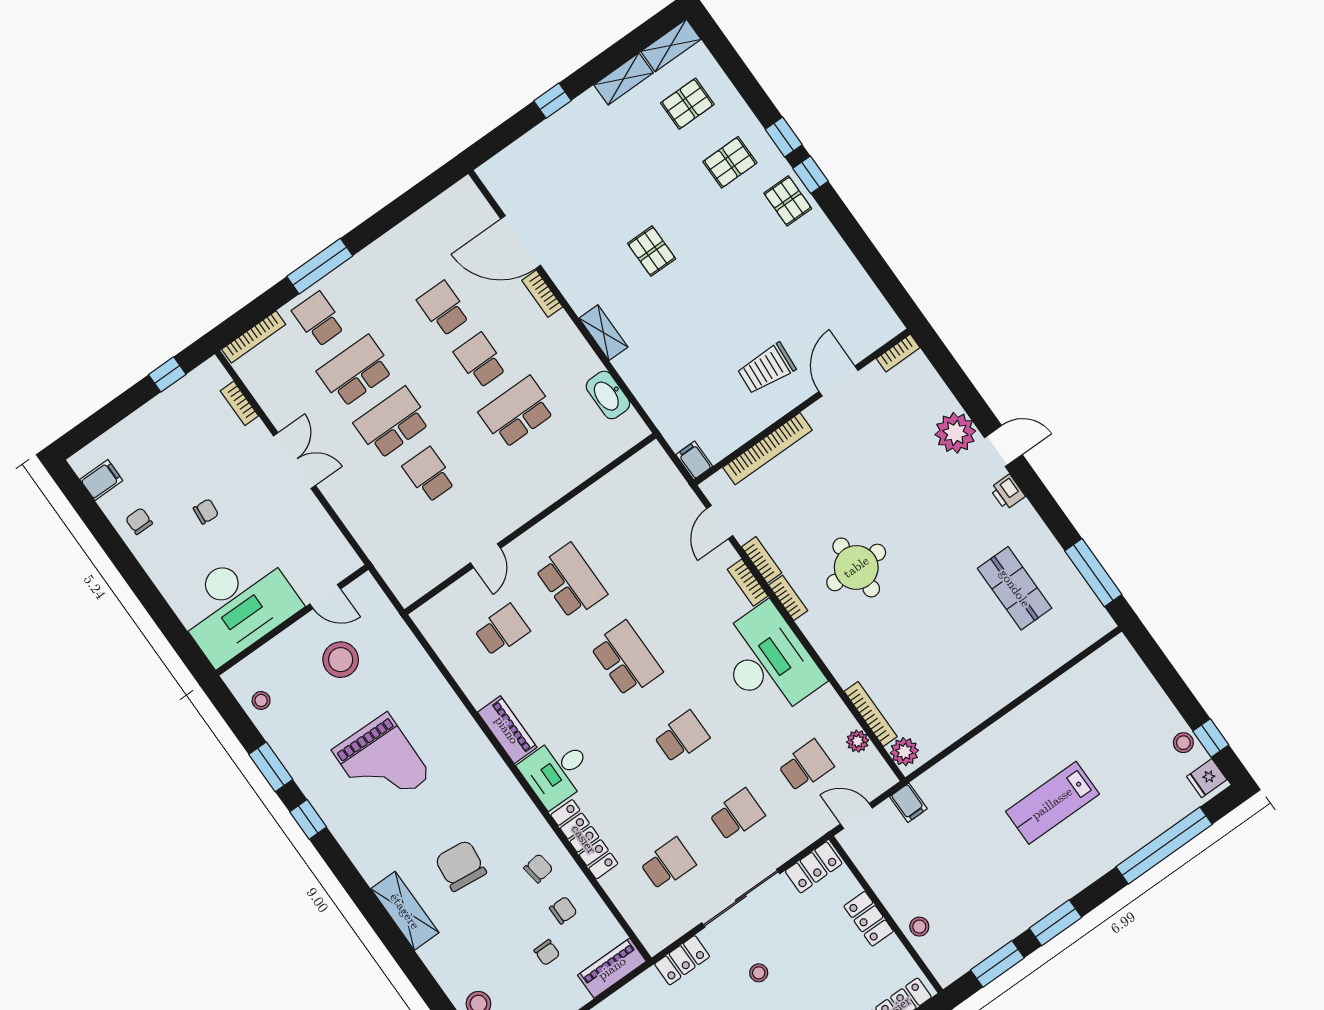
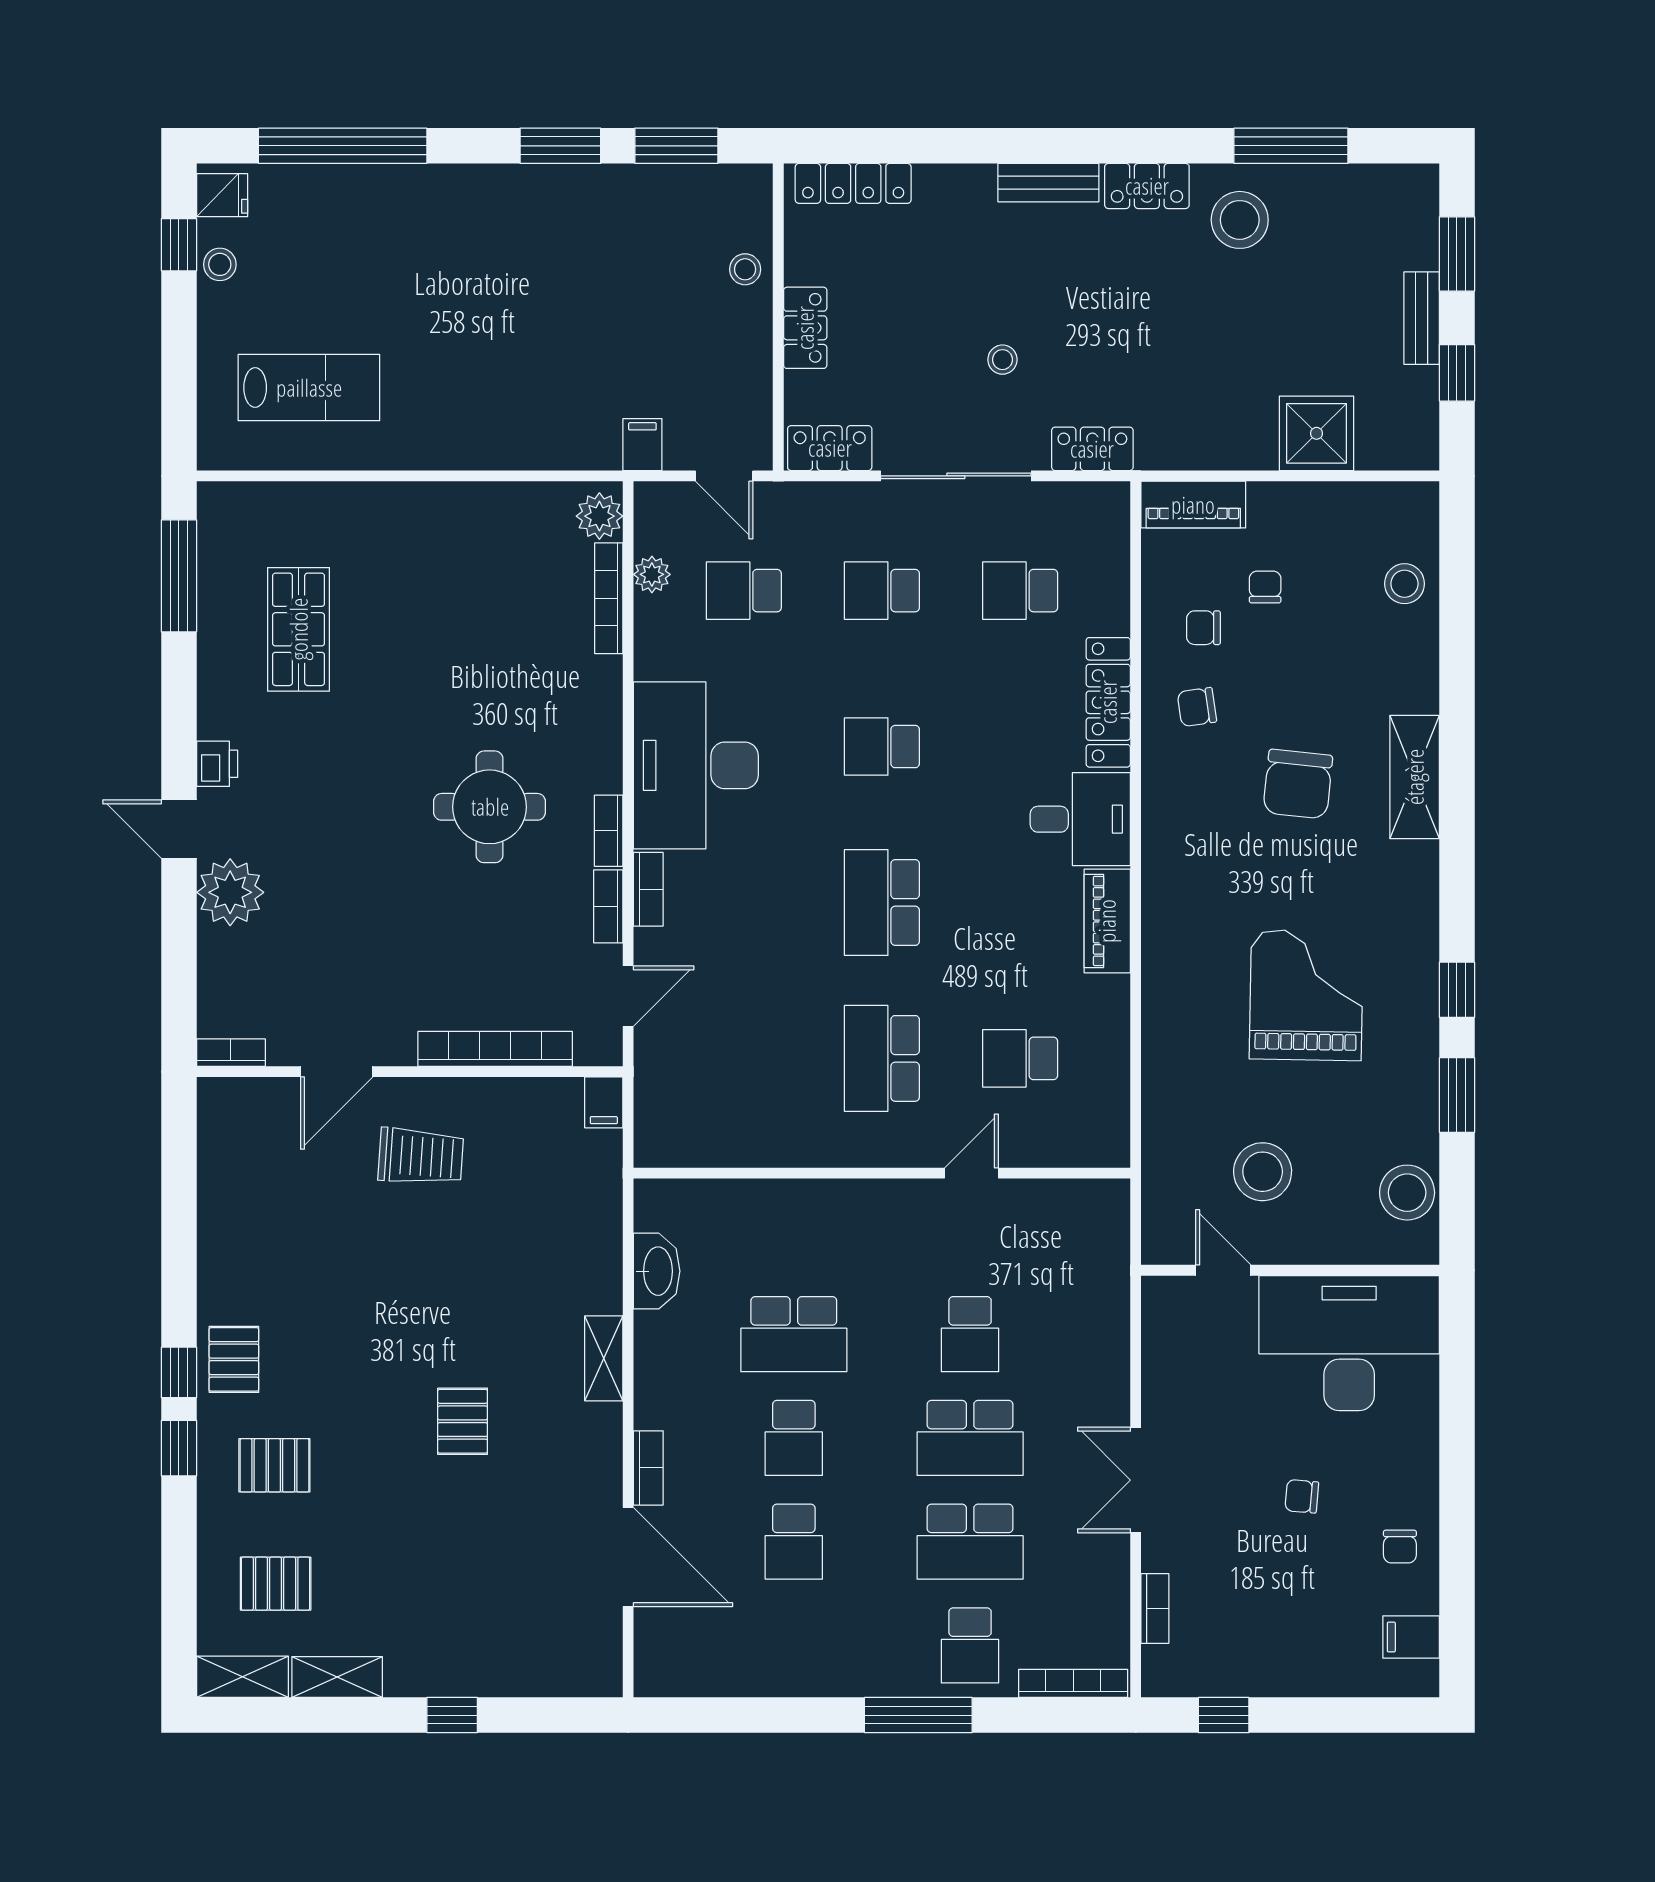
stool: (261, 700) -> (1407, 1193), width x1.89, depth x1.89
lab bench: (1052, 803) -> (309, 388), moved

